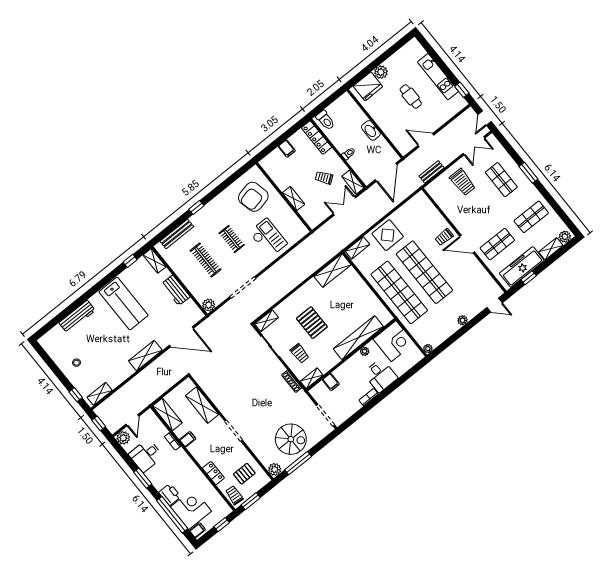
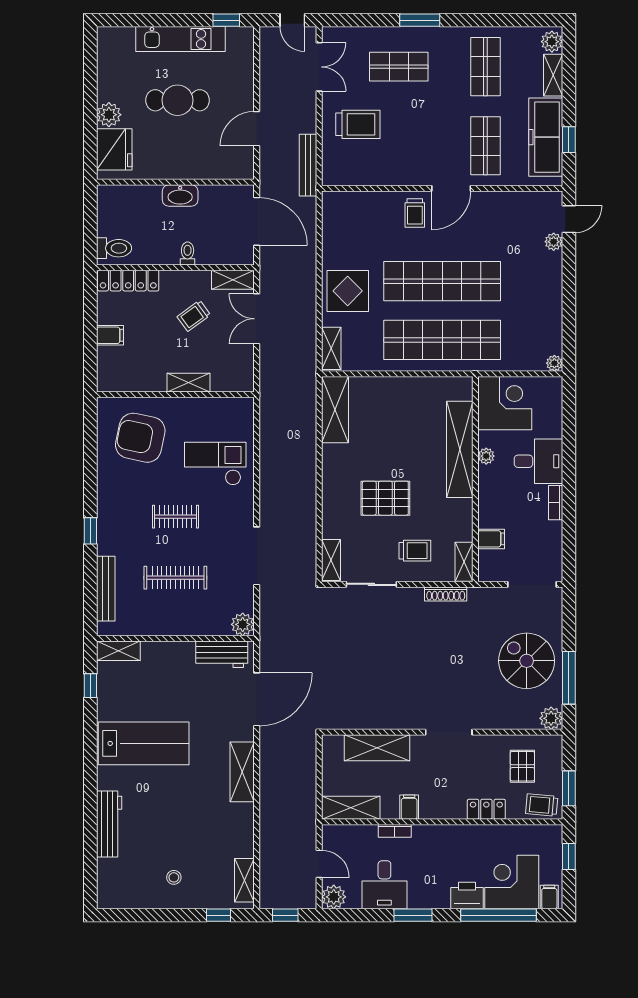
cafe table: (411, 97) -> (177, 100), width x1.37, depth x1.35
bench: (431, 172) -> (308, 165), width x1.36
armchair: (253, 197) -> (140, 438), turned 115
workbench: (176, 290) -> (222, 654), moved
plant: (463, 320) -> (554, 242), moved
spiral stairs: (291, 439) -> (527, 661), turned -90

